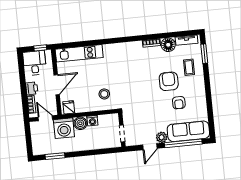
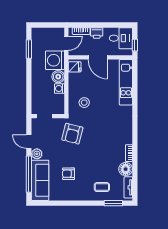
armchair: (169, 81) -> (72, 134), moved, turned 104

